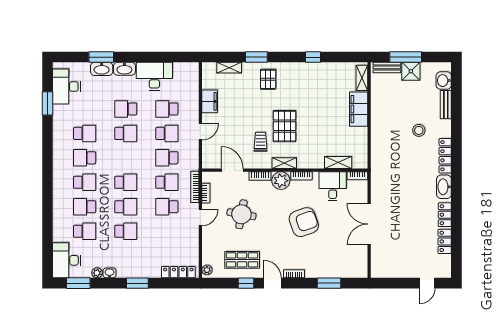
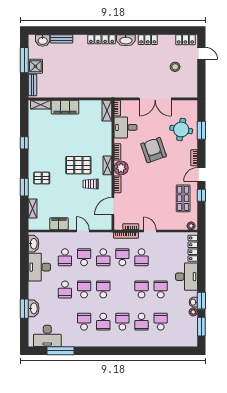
window: (406, 57) -> (24, 60), moved
washbasin: (124, 69) -> (33, 244), moved
window: (47, 103) -> (61, 351), width x1.44
stool: (419, 130) -> (175, 67), moved
shelving: (338, 162) -> (107, 111), moved
school desk: (126, 182) -> (103, 289), moved
round table: (241, 214) -> (181, 129), moved
locker: (445, 241) -> (185, 40), moved
desk: (66, 260) -> (186, 277), moved, turned -90
window: (137, 283) -> (201, 301), moved

